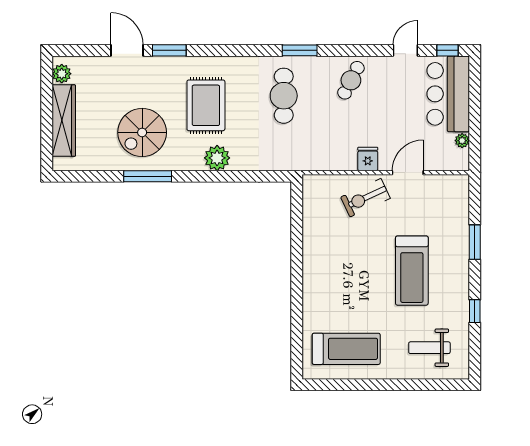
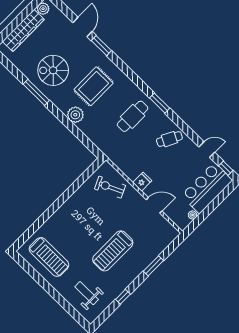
exercise bike: (365, 198) -> (110, 187), moved

